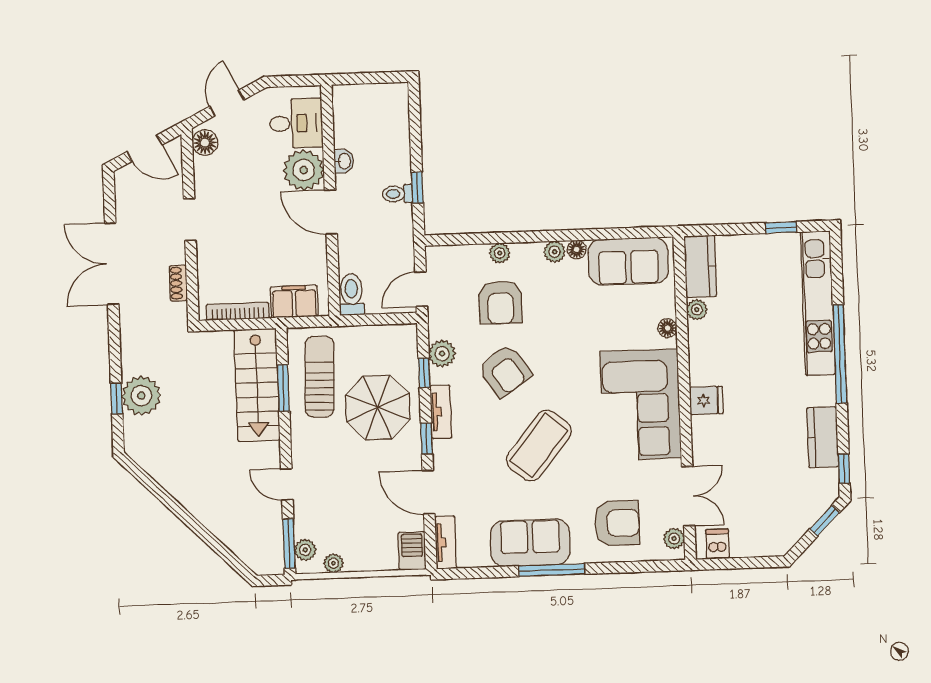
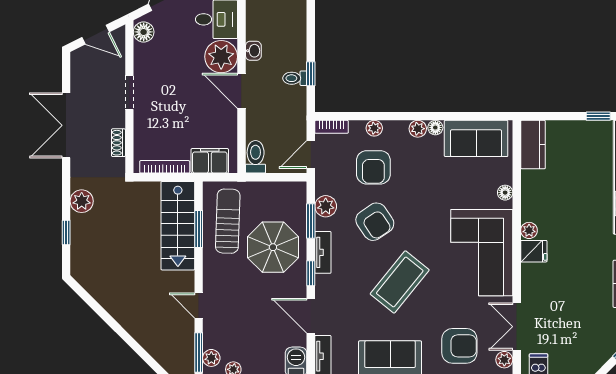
bookcase: (446, 253) -> (332, 127), added
plant: (697, 310) -> (529, 230), moved
window: (424, 373) -> (311, 221), width x1.50
plant: (141, 396) -> (82, 201), moved, width x0.73, depth x0.73
double door: (688, 496) -> (517, 327), swing flipped

